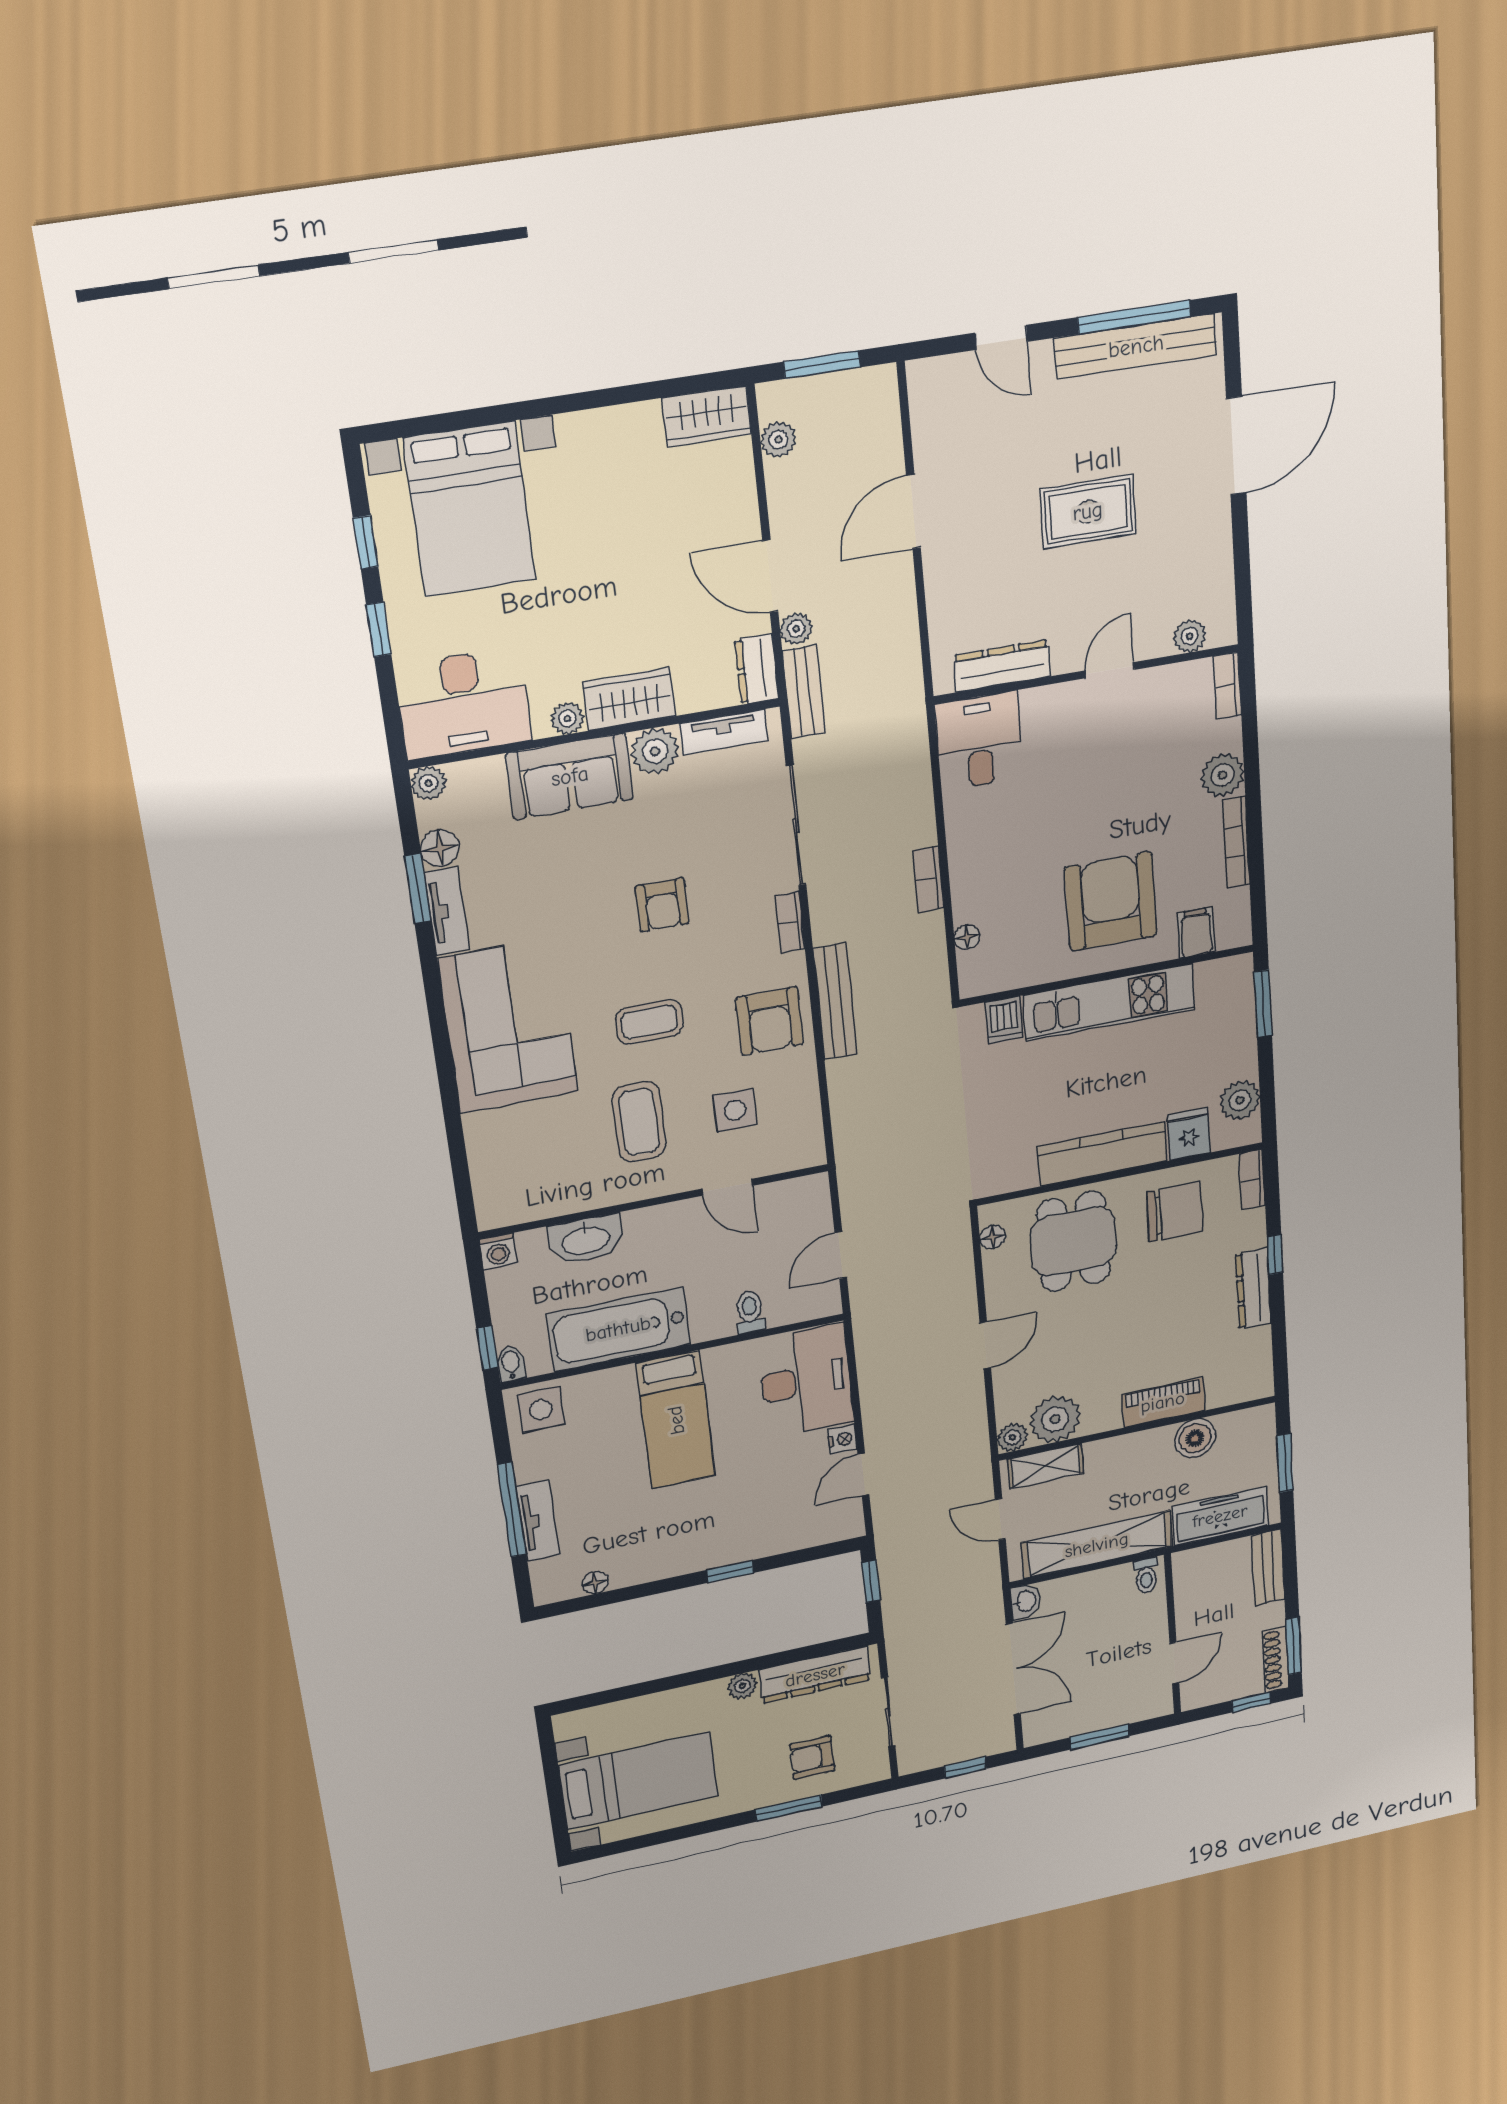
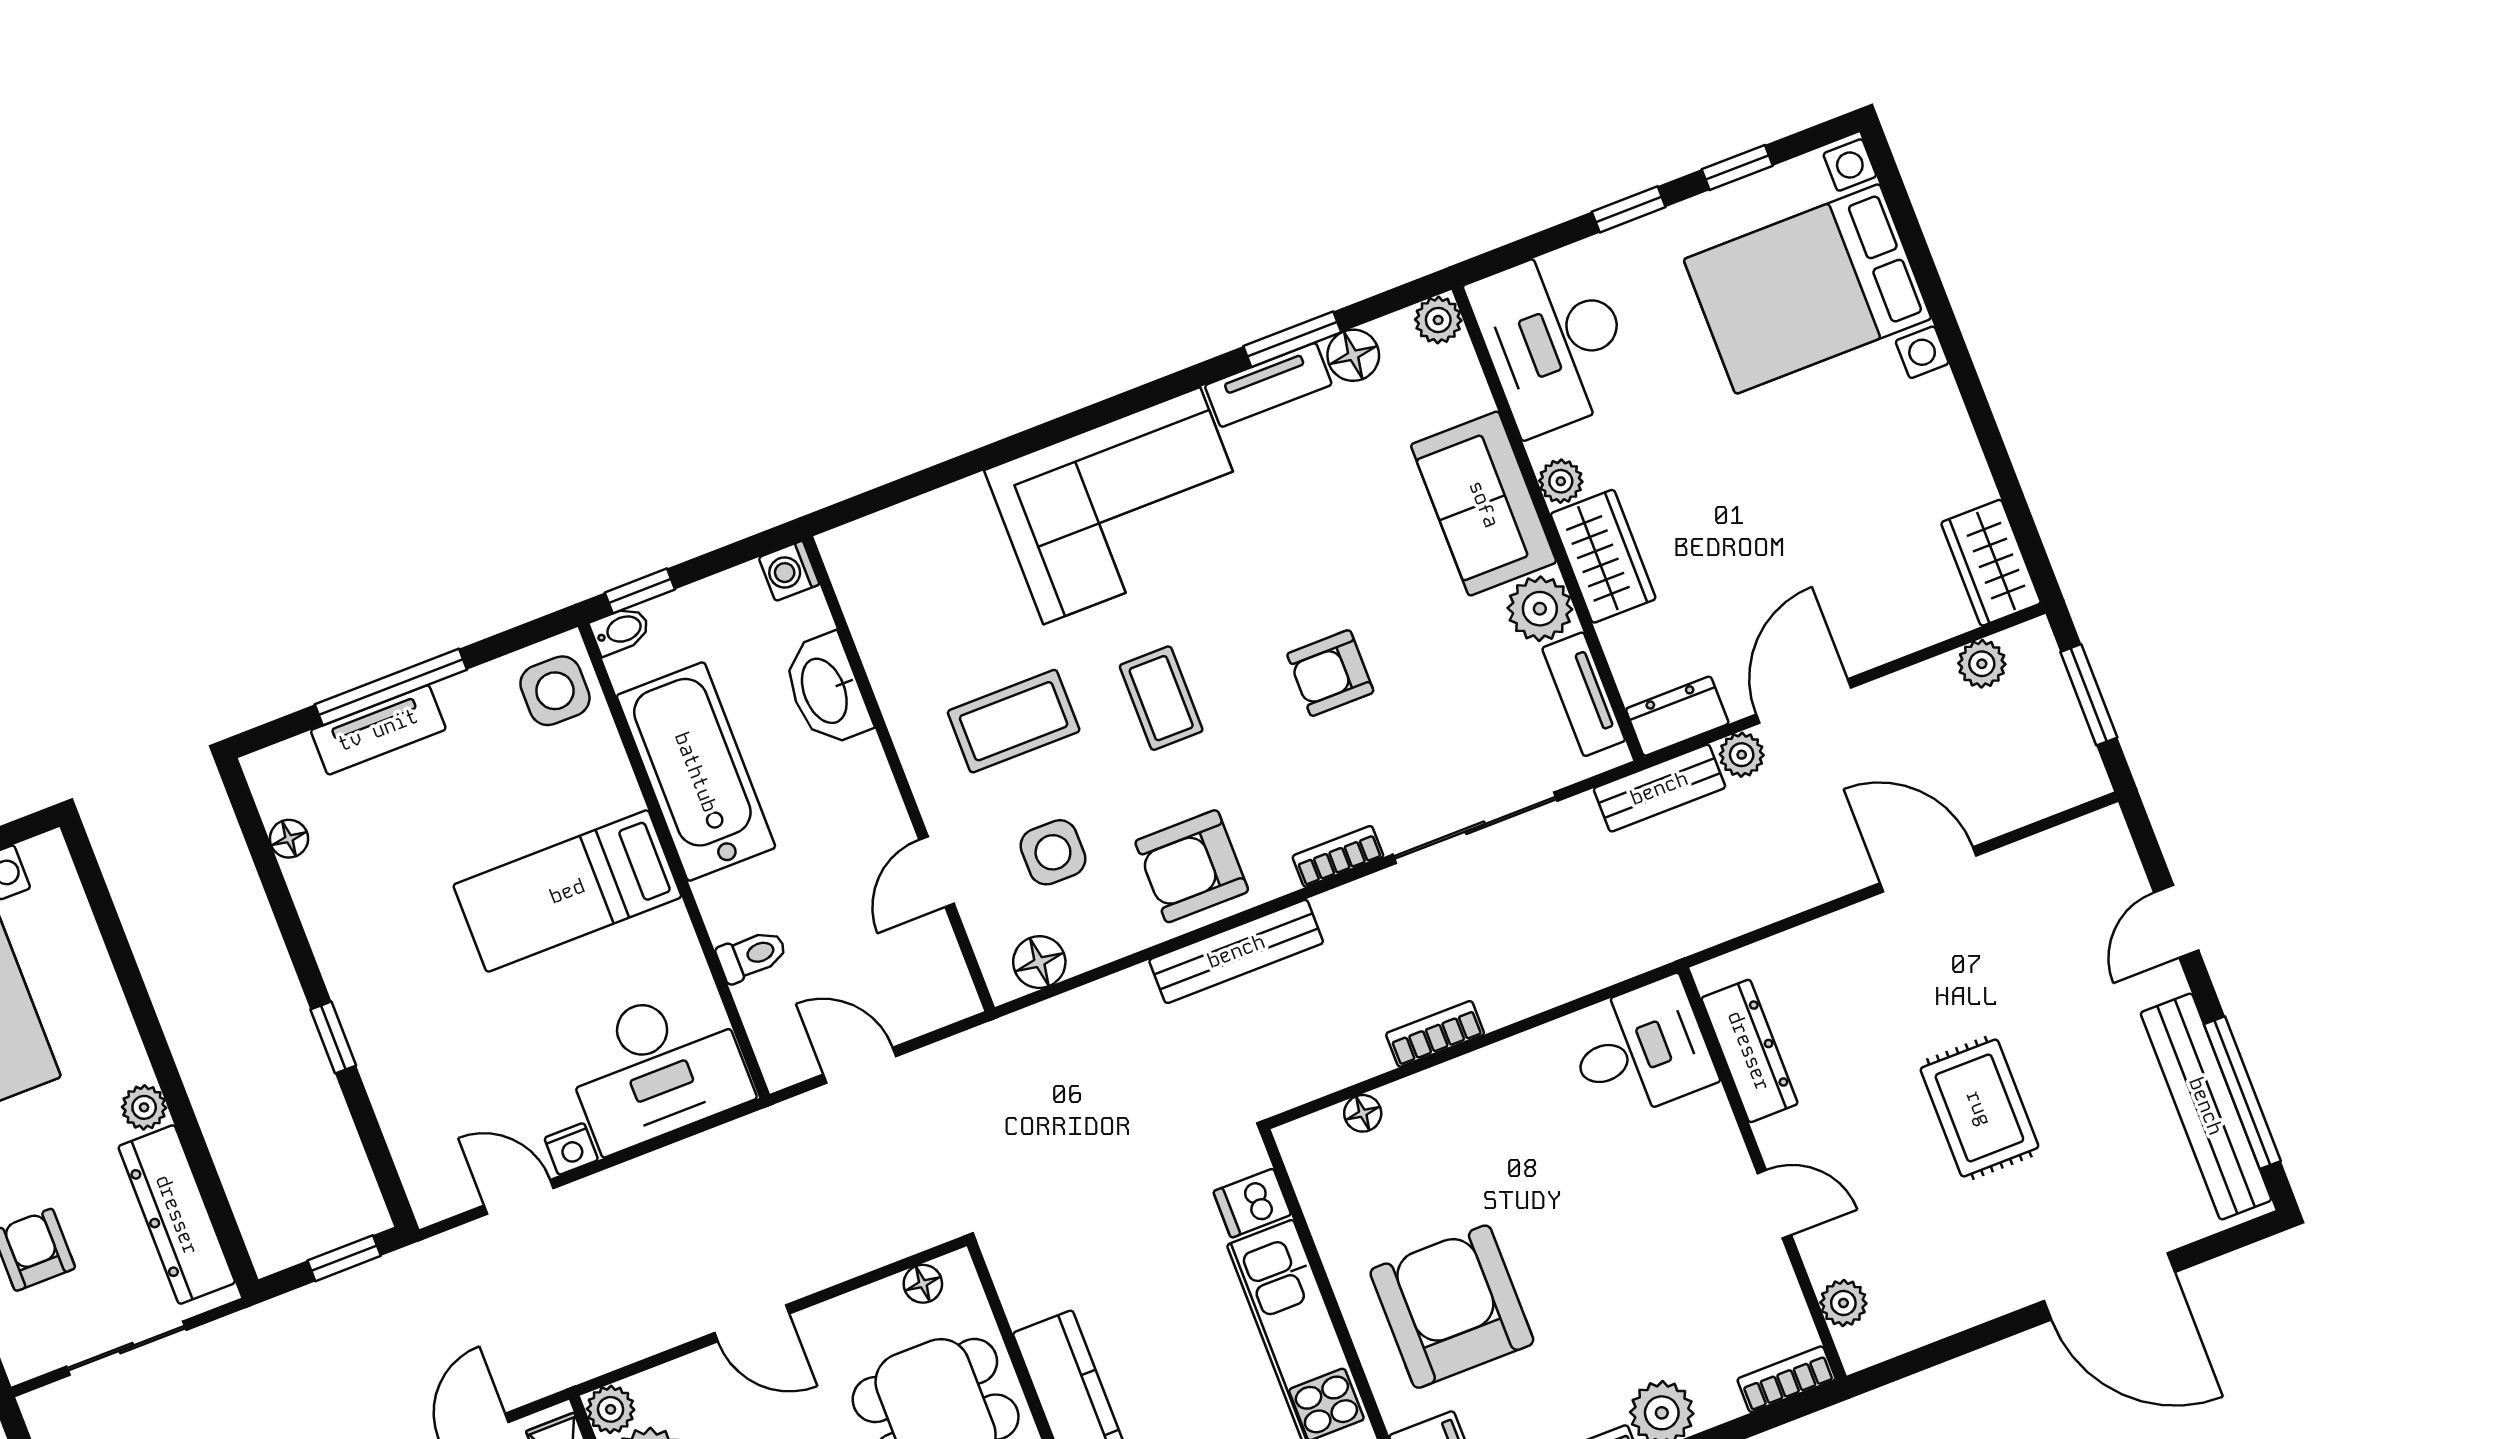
armchair: (1111, 901) -> (1452, 1307), turned -90
floor lamp: (806, 1131) -> (1039, 962), added

